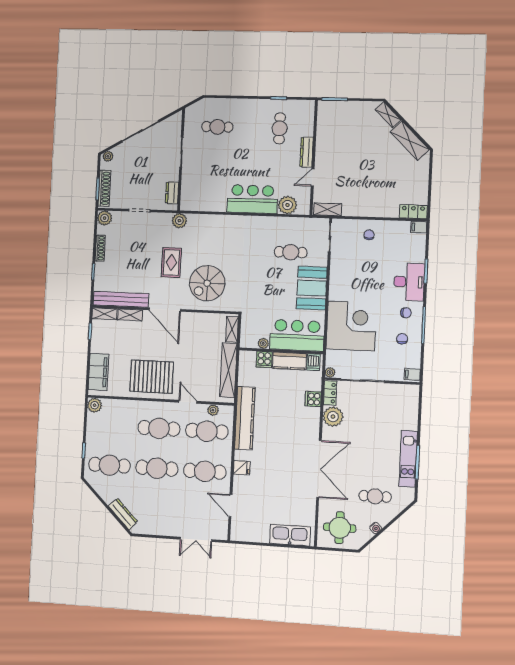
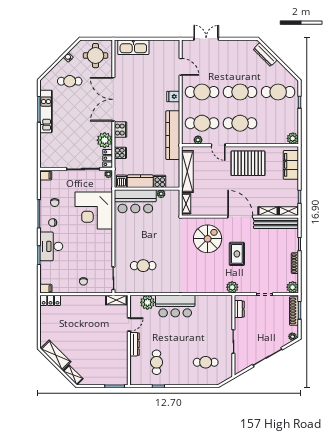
booth: (312, 288) -> (126, 238), removed
cooker: (312, 429) -> (121, 130), added

